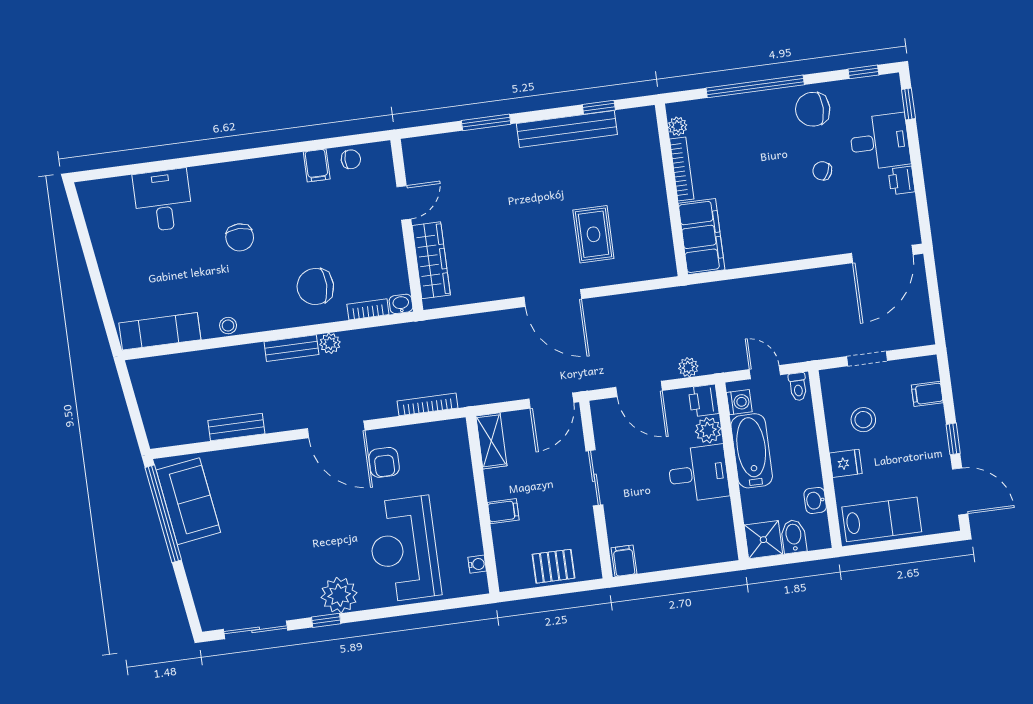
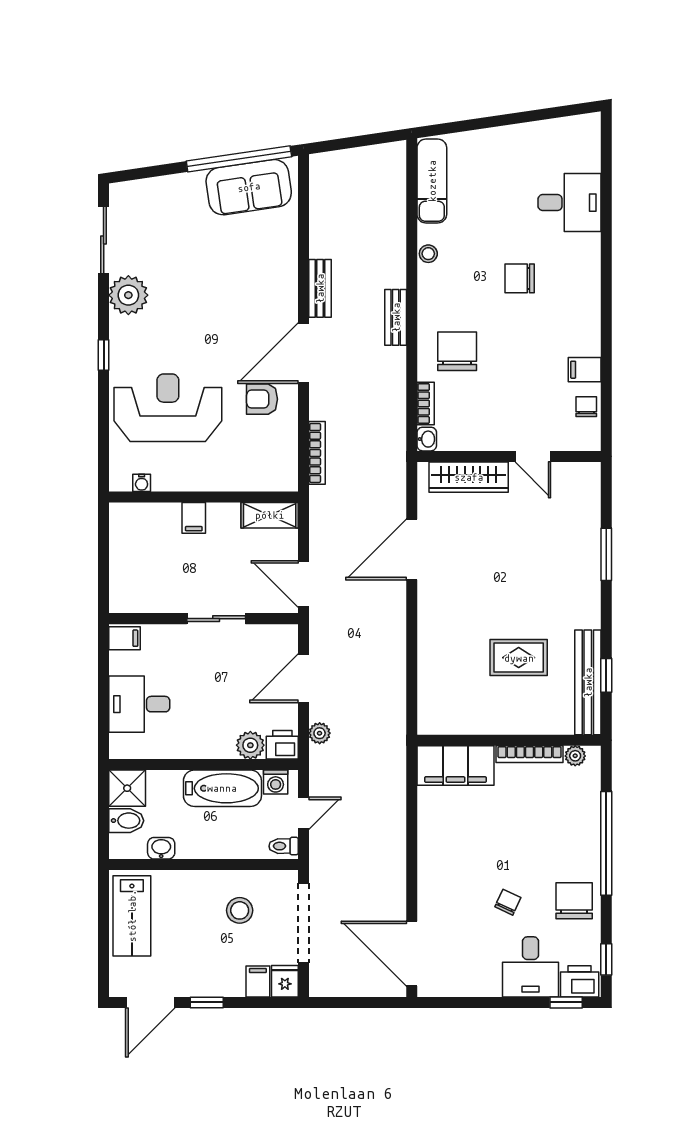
bench: (567, 129) -> (588, 682), moved
chair: (351, 159) -> (586, 407), turned 180
printer: (902, 181) -> (580, 981), moved, width x1.36, depth x1.24
rug: (593, 234) -> (519, 658), moved
door: (553, 298) -> (412, 550), moved
plant: (330, 343) -> (395, 359), removed
doorway: (867, 359) -> (304, 923), width x1.88
bench: (236, 427) -> (320, 288), moved
fridge: (846, 463) -> (285, 981), moved, turned 180
desk: (698, 473) -> (139, 704), moved, turned 90
pallet: (553, 566) -> (129, 563), removed
plant: (339, 595) -> (128, 295), moved
window: (326, 620) -> (104, 355), moved

